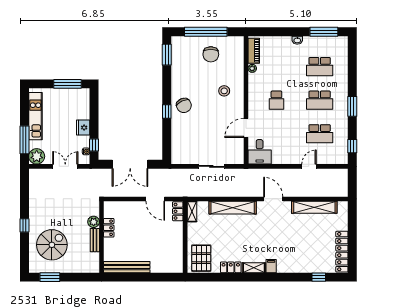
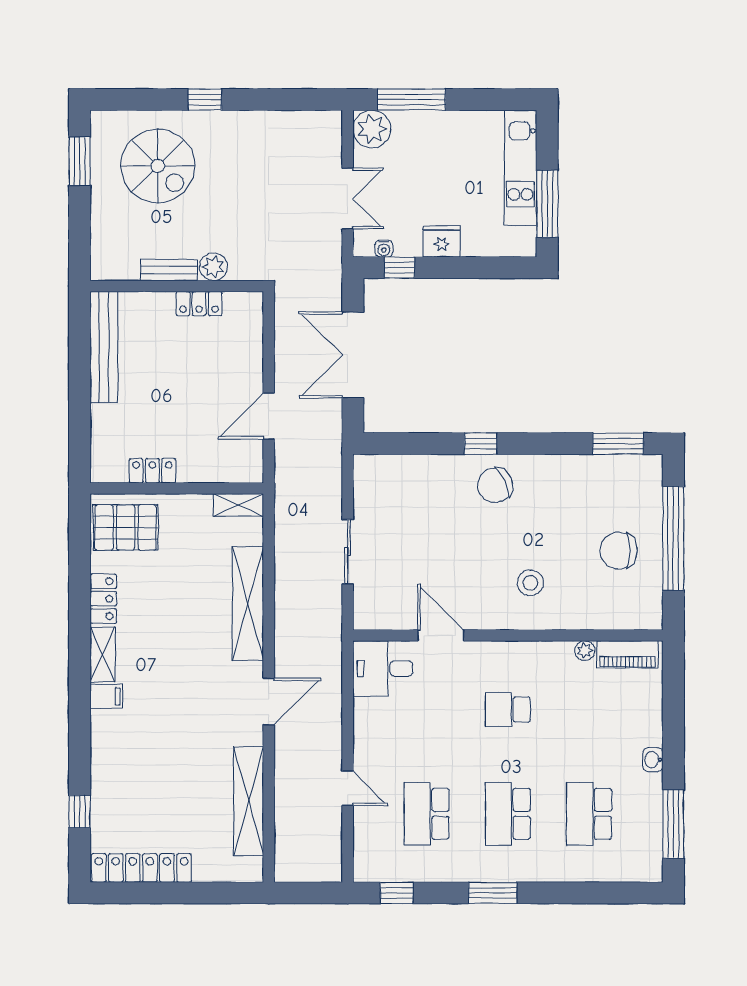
kitchen unit: (36, 116) -> (520, 168), moved, turned 90
locker: (178, 211) -> (152, 471), moved

